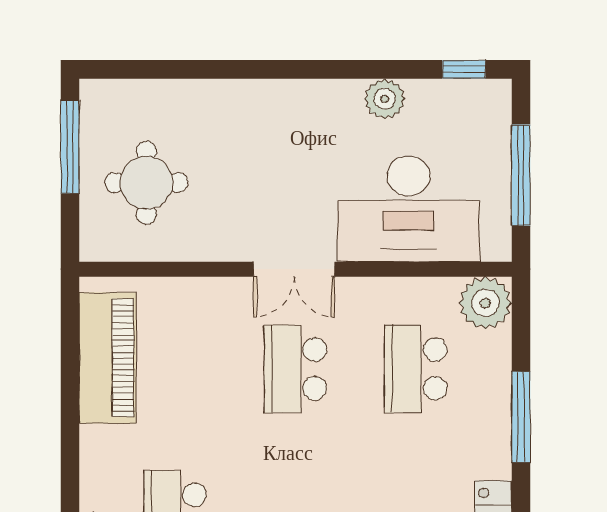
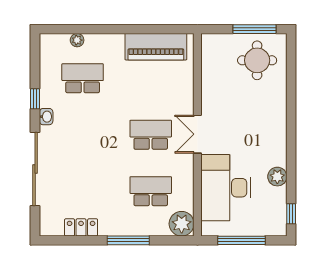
round table: (146, 183) -> (257, 60), moved

